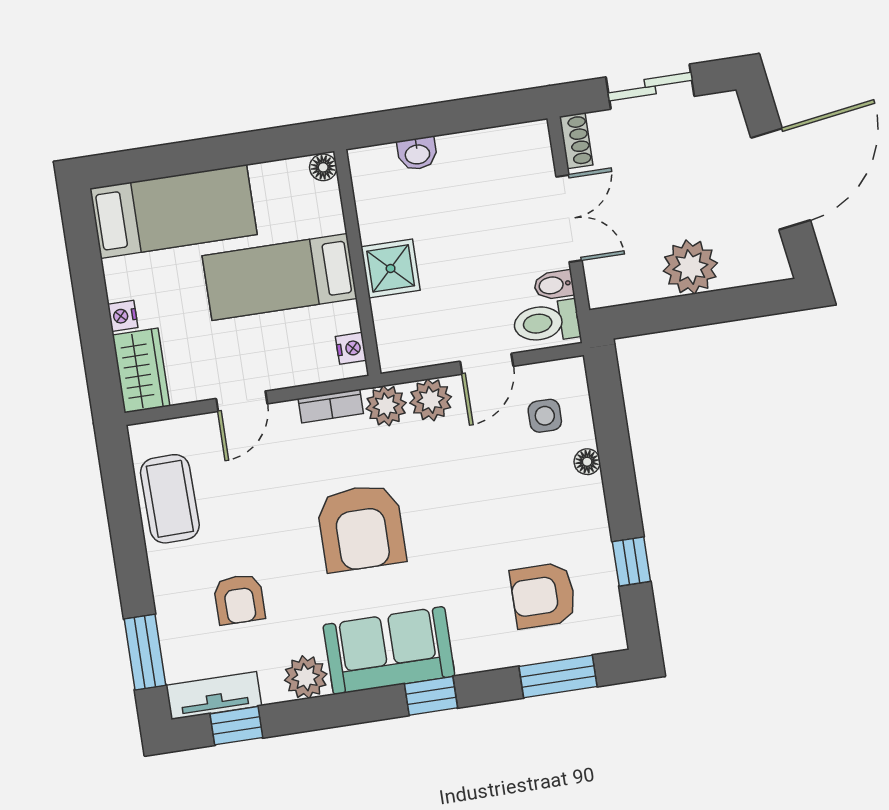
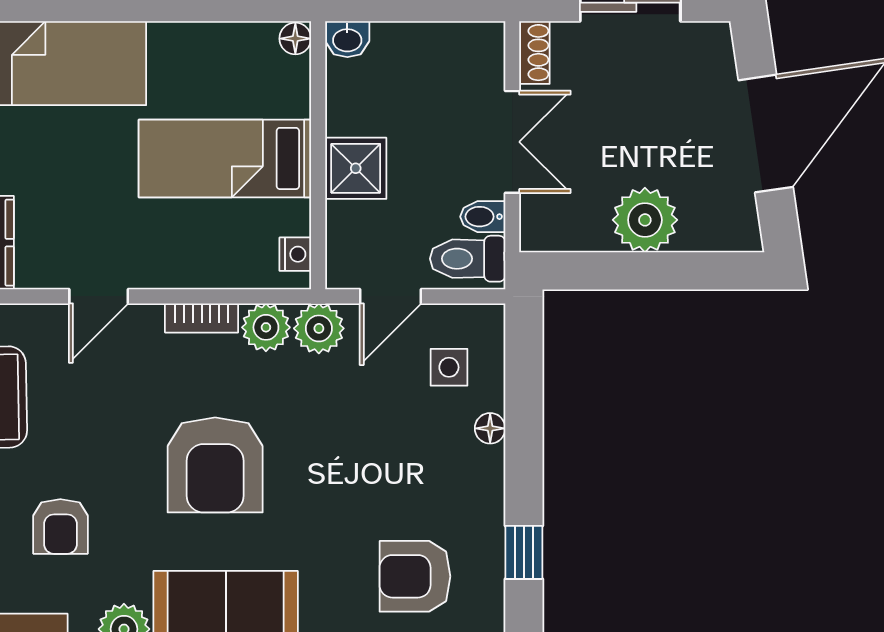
floor lamp: (323, 167) -> (295, 39), moved
wall: (357, 262) -> (318, 155), moved
shower: (391, 268) -> (356, 168), moved
bed: (279, 277) -> (225, 158), moved
nightstand: (351, 348) -> (295, 254), moved

